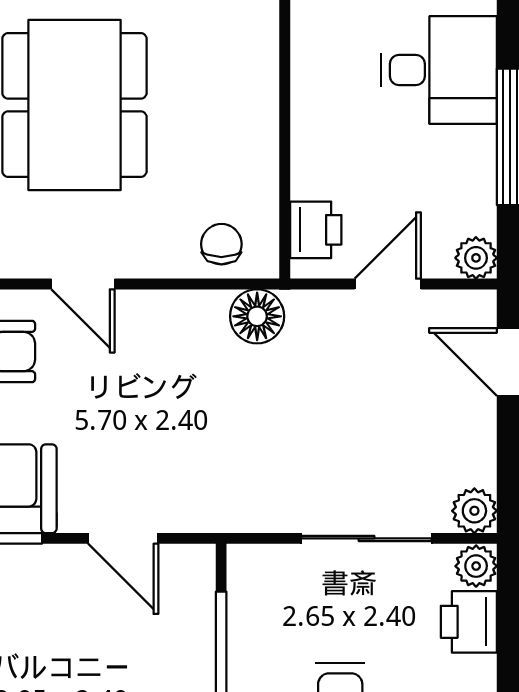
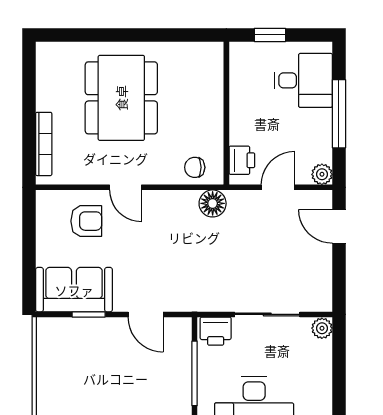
chair: (221, 244) -> (195, 167), turned -90
plant: (474, 511) -> (321, 301), removed
printer: (469, 622) -> (216, 331), moved, turned -90

